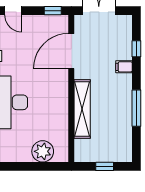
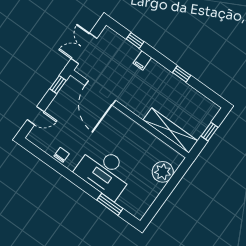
window: (136, 108) -> (182, 74), width x0.46
shelving: (82, 109) -> (170, 130), moved

